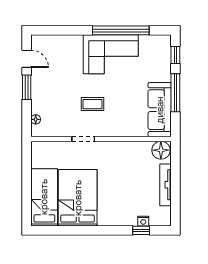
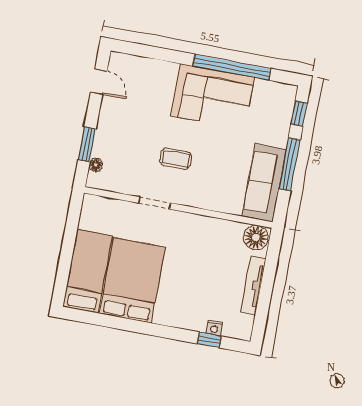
window: (27, 87) -> (87, 144), moved

